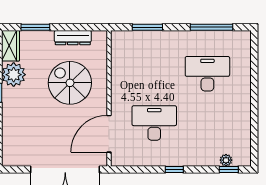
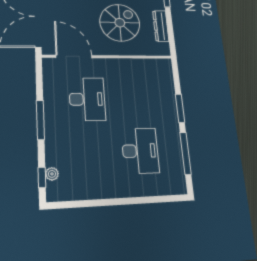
window: (147, 27) -> (180, 108), moved
window: (174, 169) -> (40, 120), width x2.17

